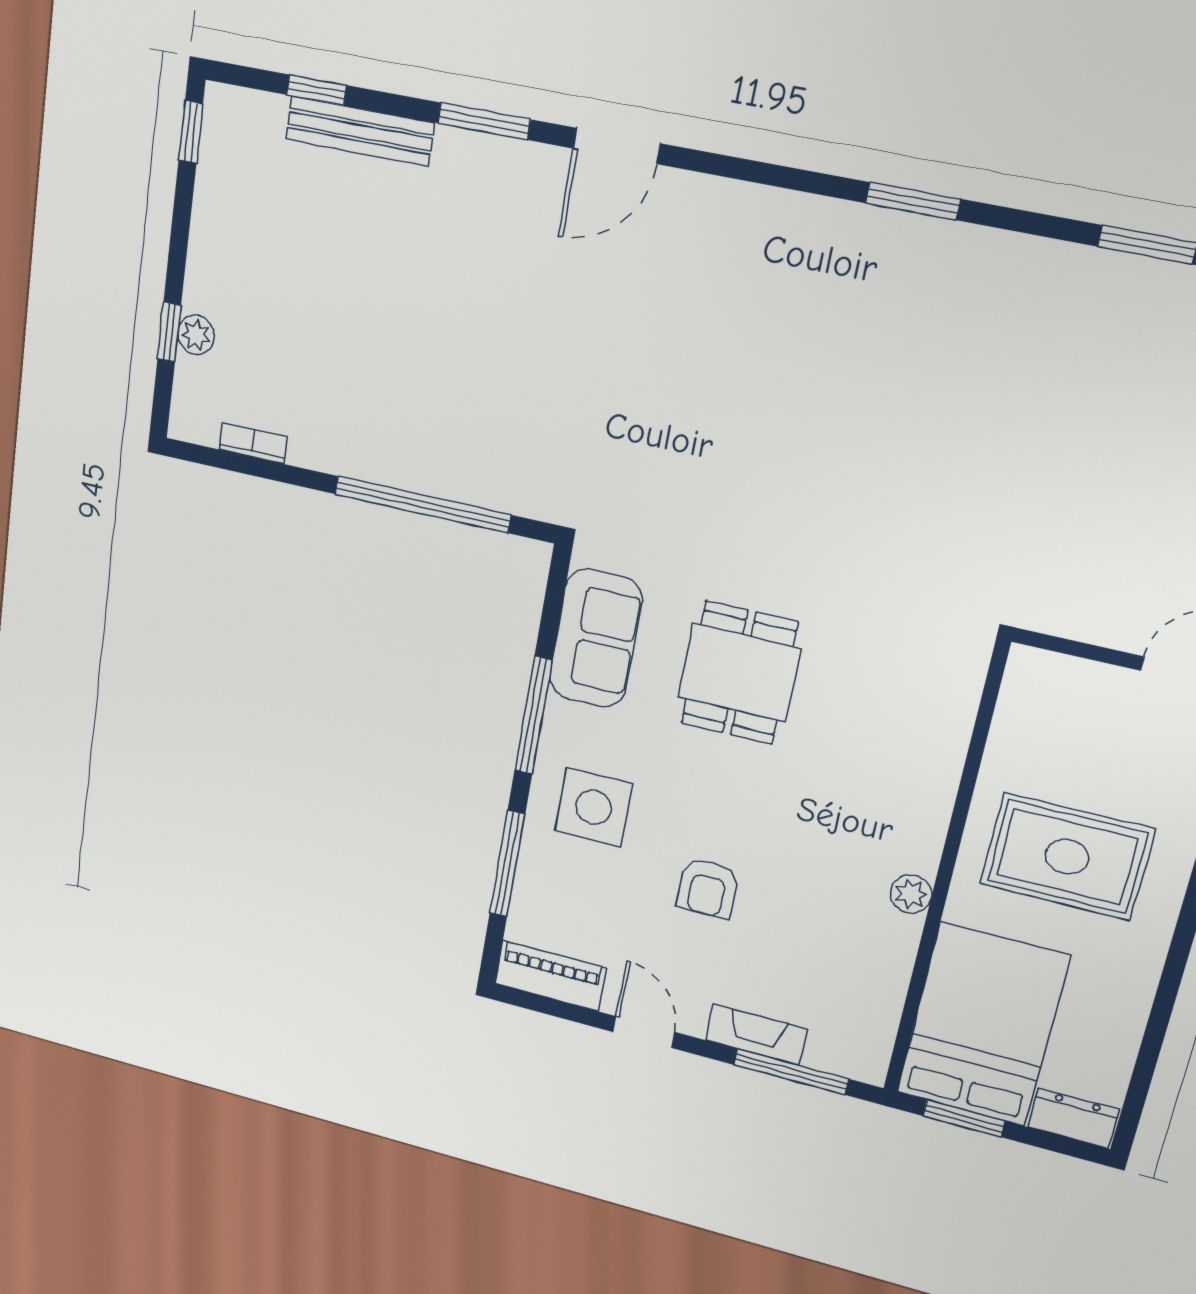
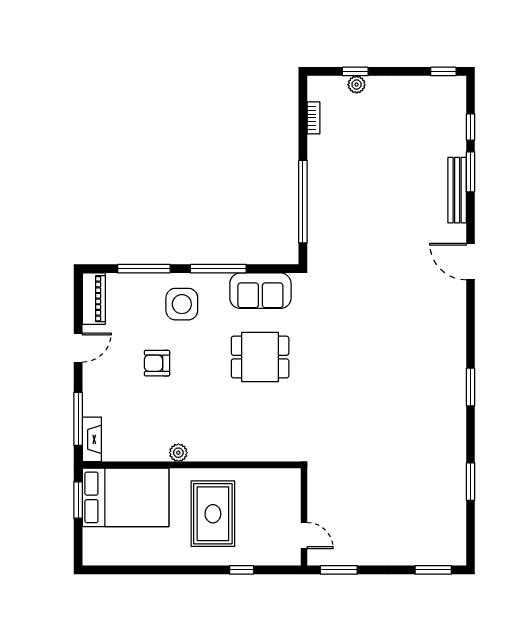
window: (484, 121) -> (471, 172), moved
bench: (360, 131) -> (457, 190), moved
fireplace: (756, 1035) -> (92, 439), moved
dresser: (1073, 1118) -> (93, 546), removed

